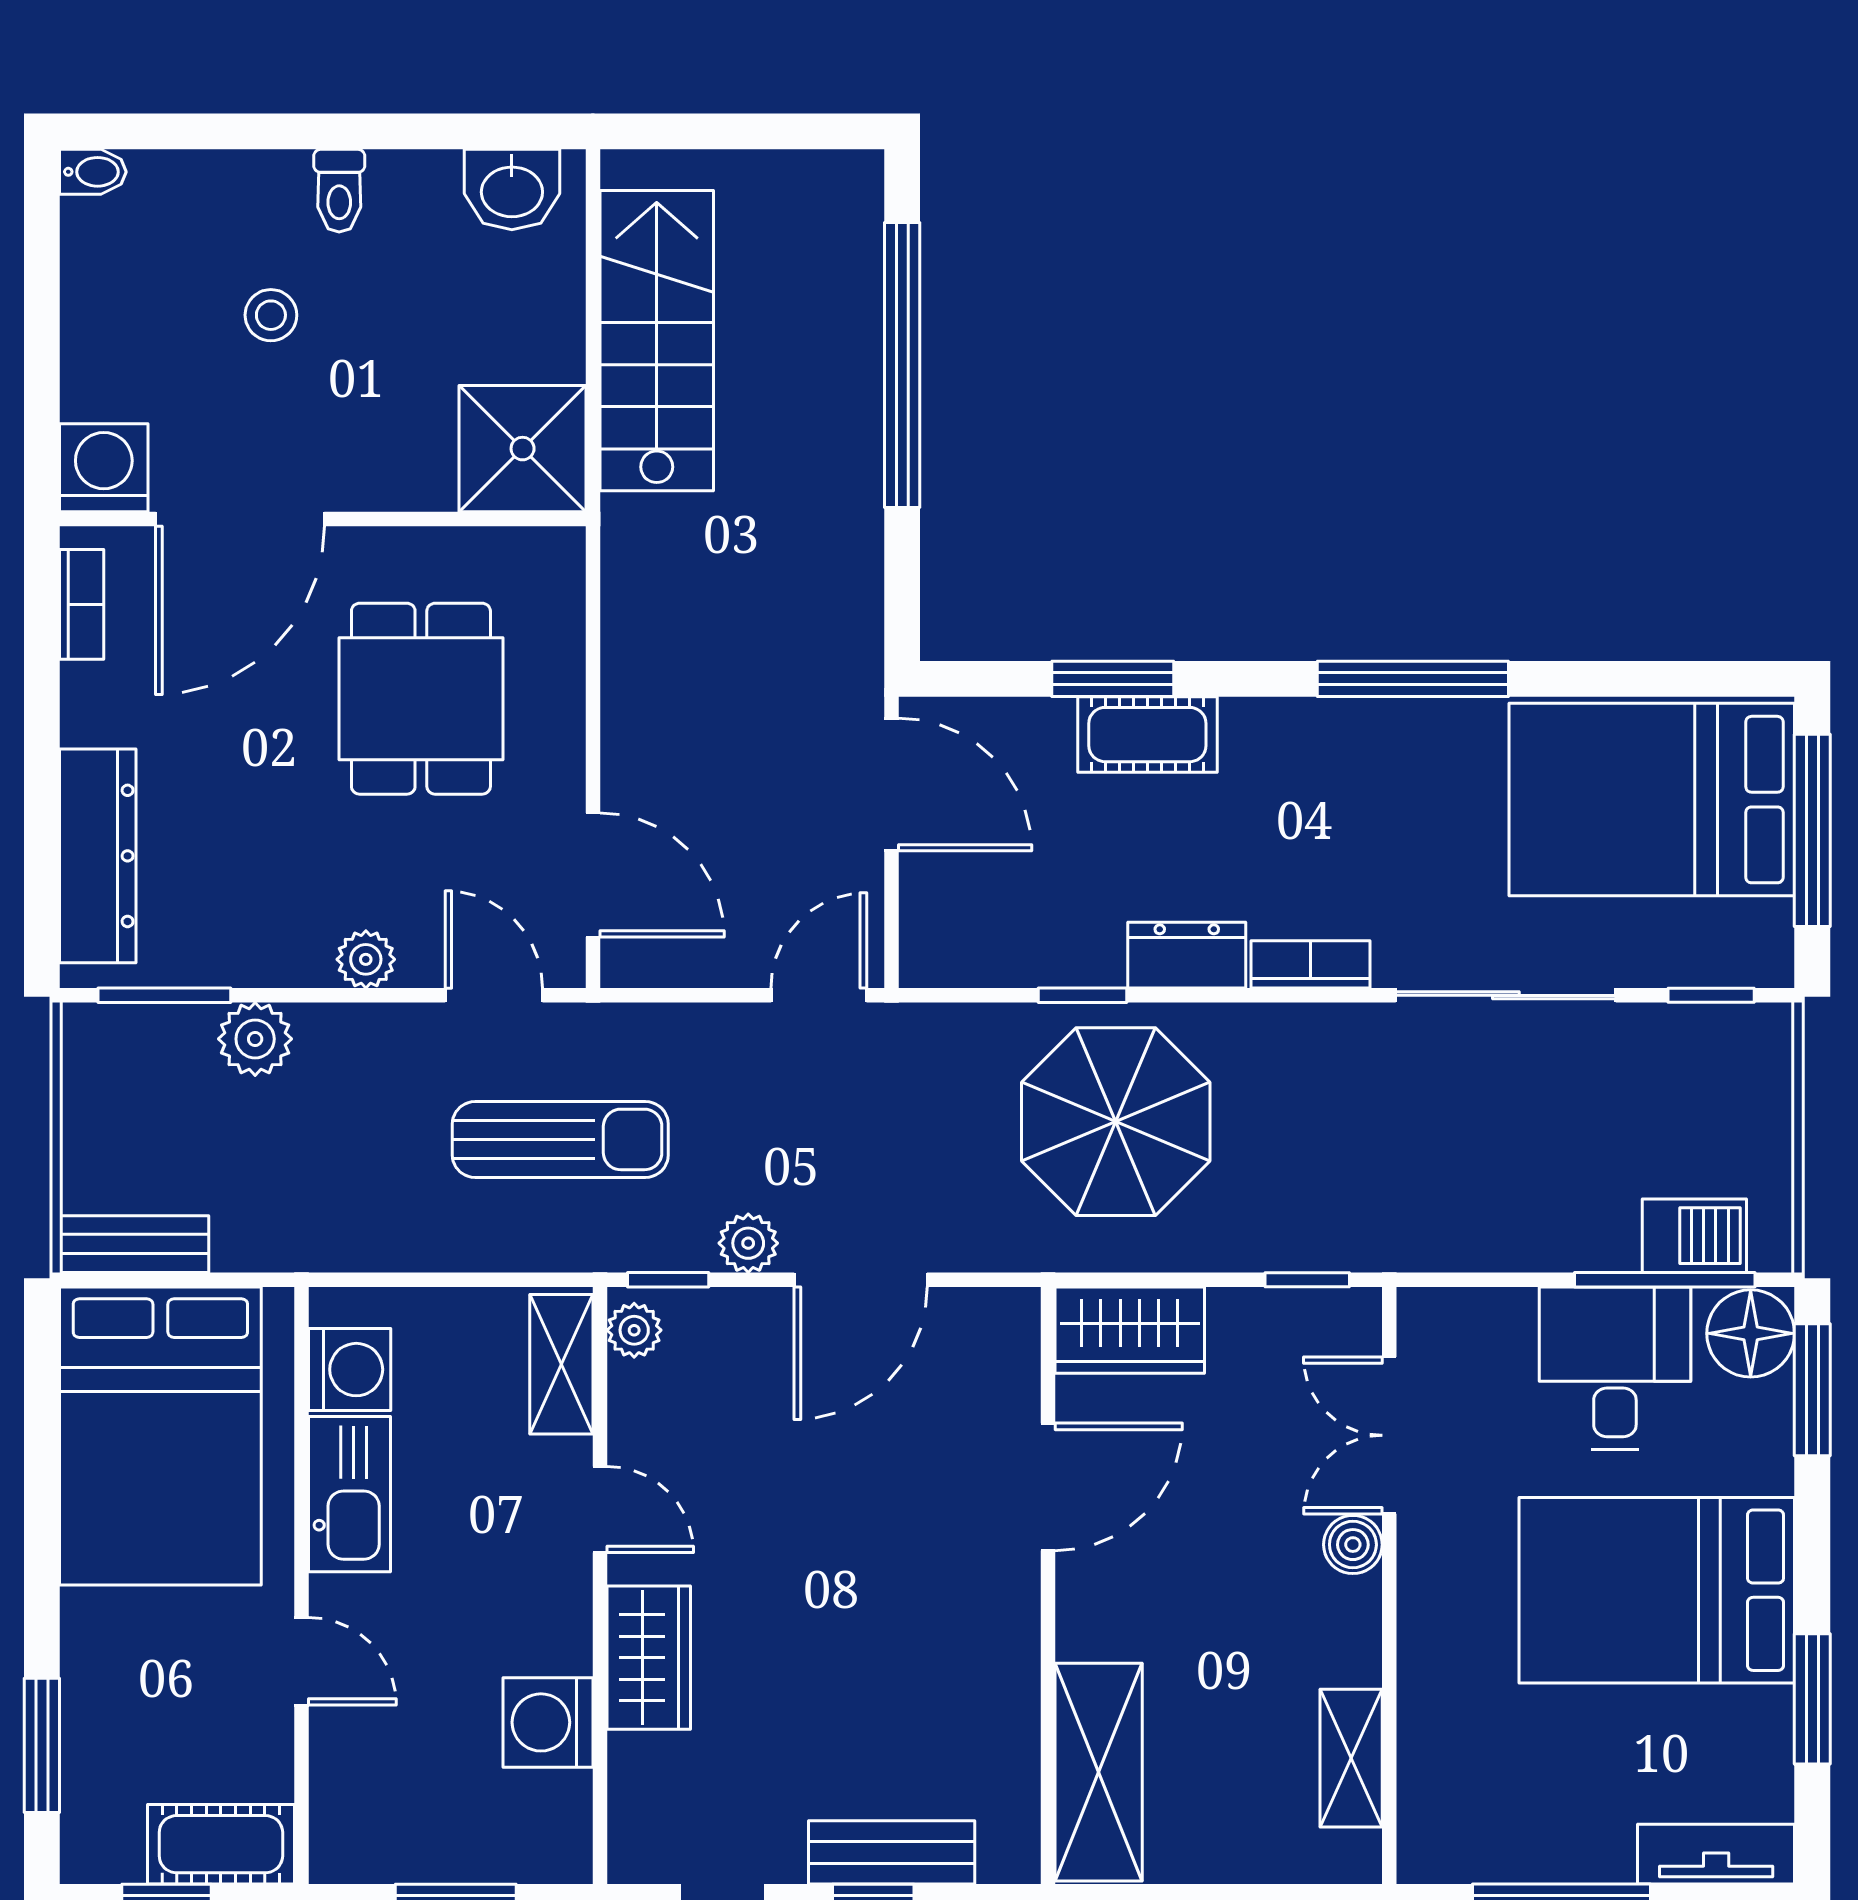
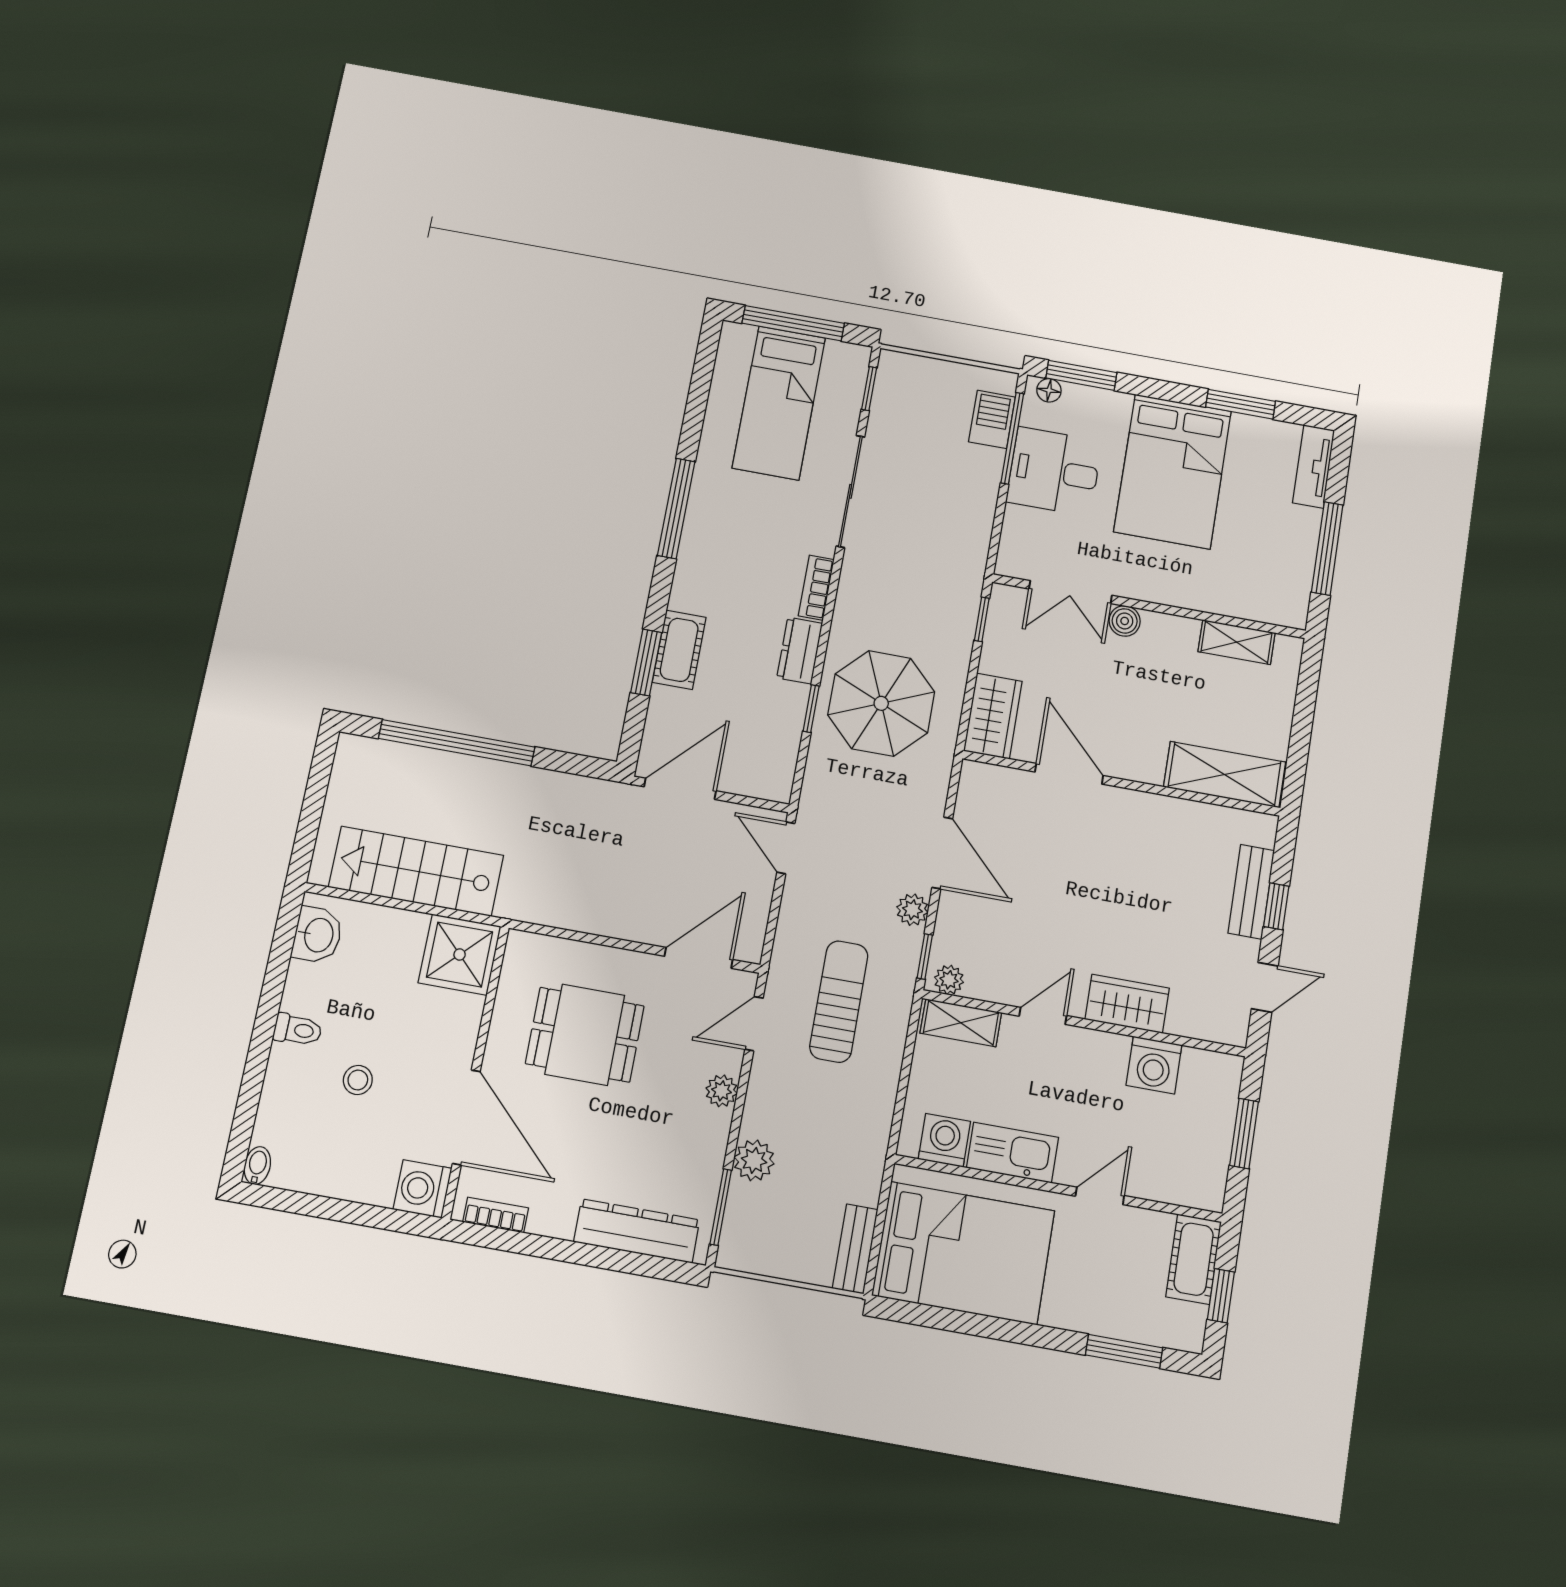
bed: (1652, 800) -> (779, 403), width x0.67
floor lamp: (1751, 1333) -> (1049, 390), width x0.53, depth x0.53

